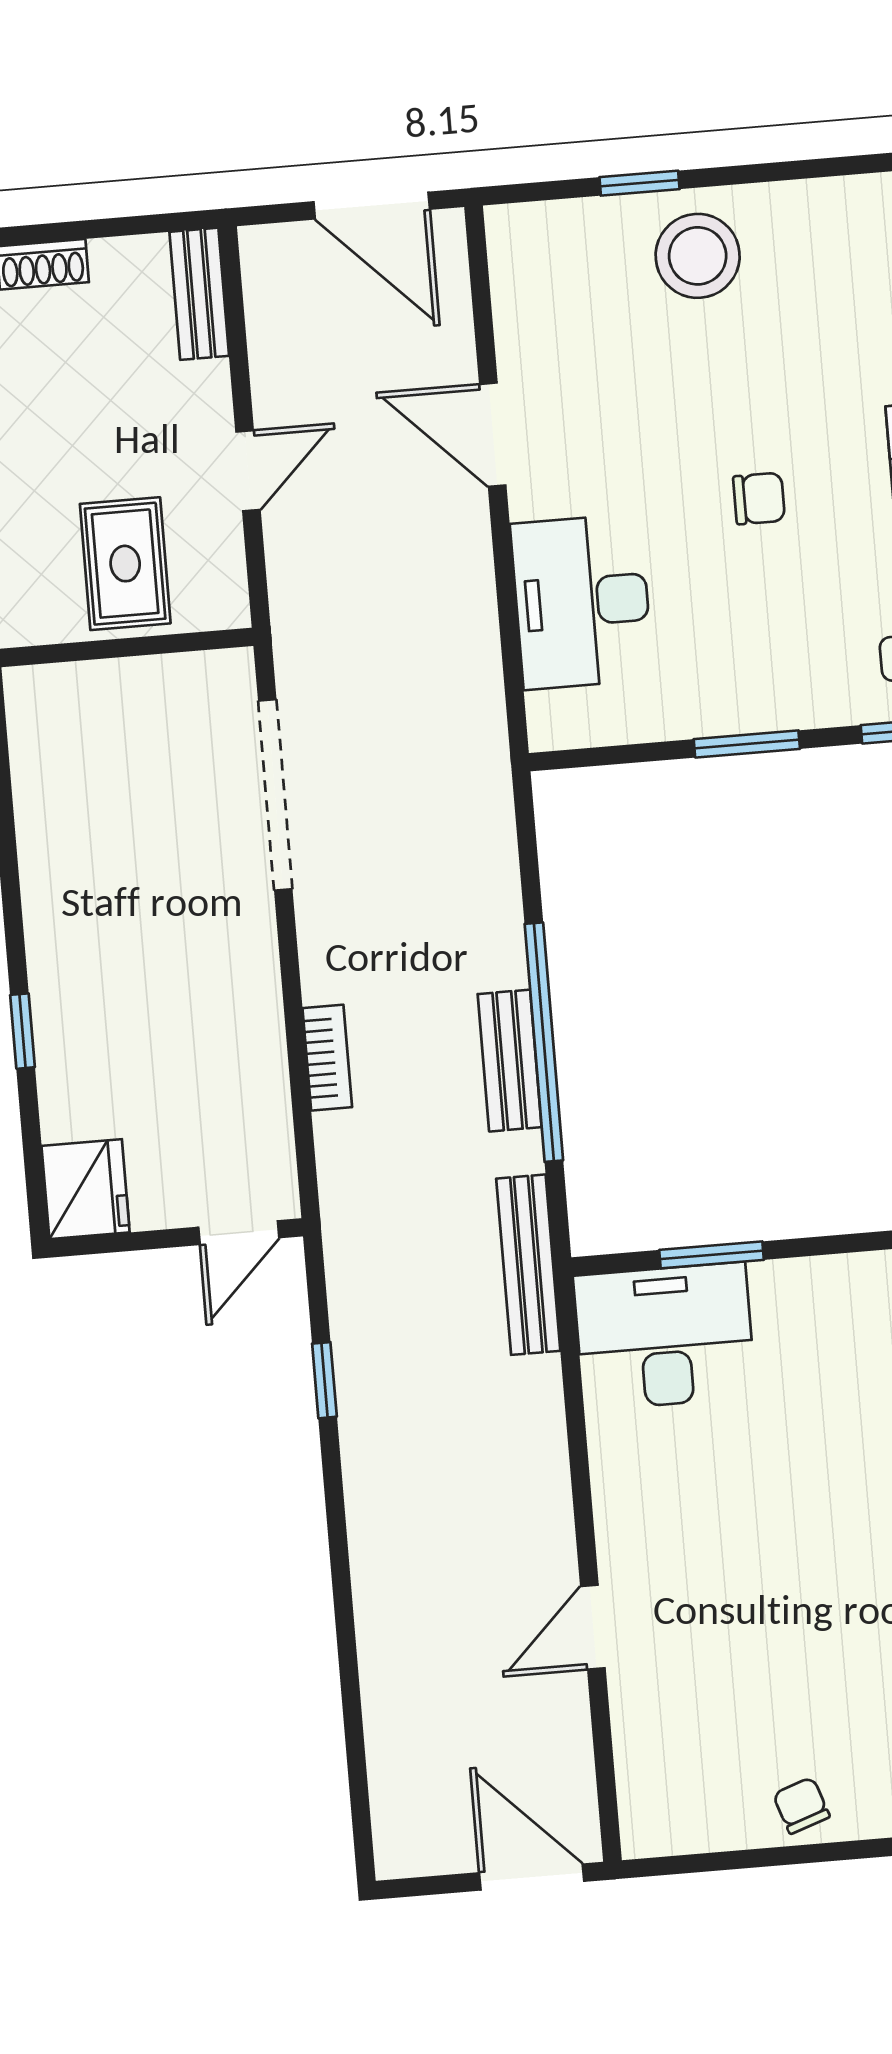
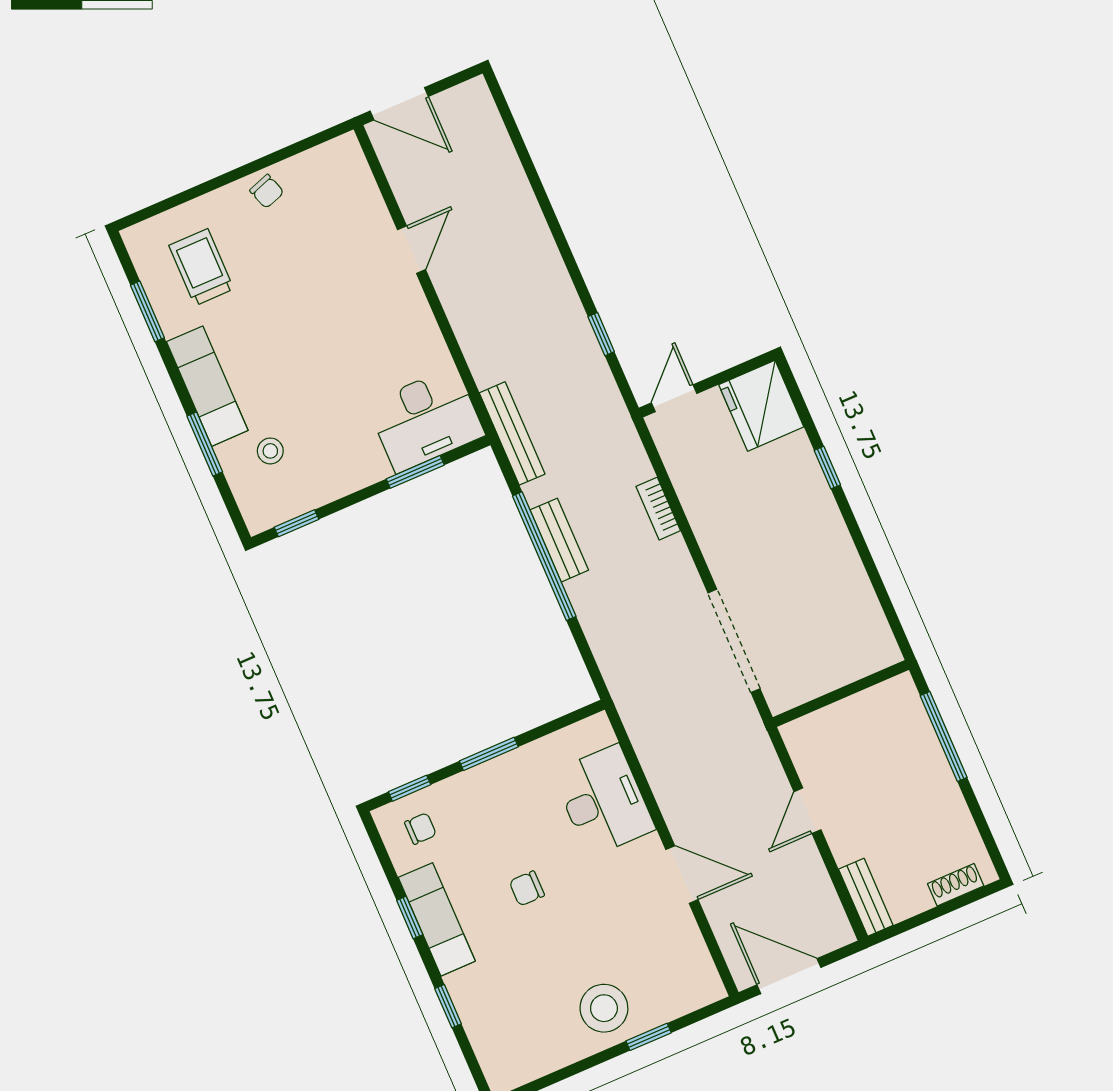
rug: (125, 564) -> (857, 738), removed
fridge: (86, 1189) -> (761, 406), width x1.36, depth x1.34

